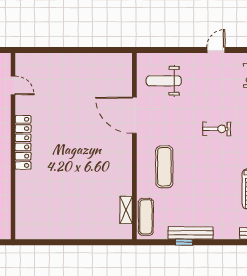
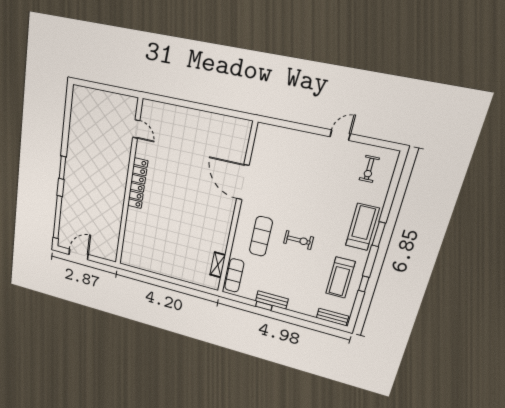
weight bench: (164, 81) -> (279, 155), removed
exercise bike: (217, 129) -> (299, 240), moved
bench: (191, 233) -> (272, 300), width x0.73

